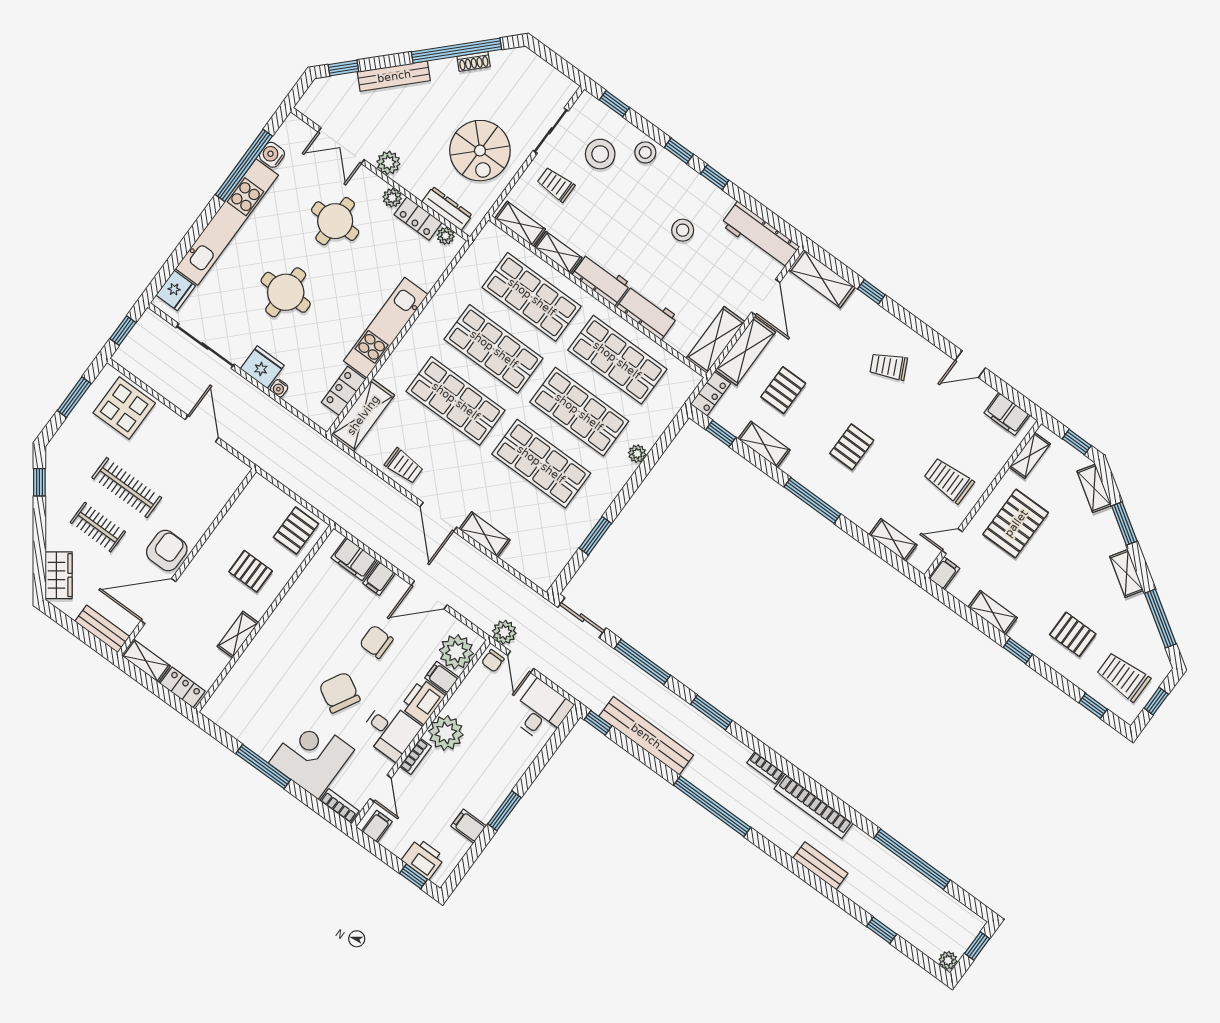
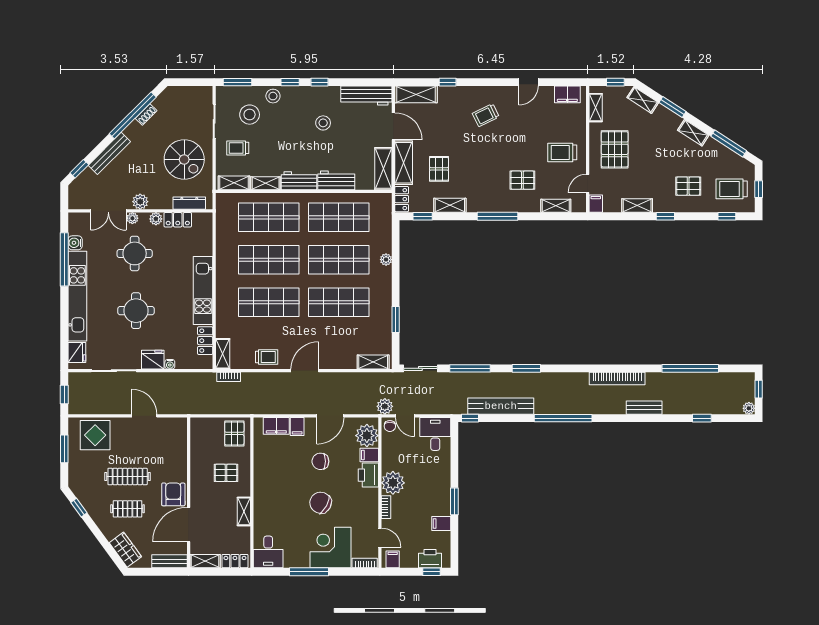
window: (614, 104) -> (237, 82), width x1.50
plant: (446, 236) -> (132, 218), moved
shelving: (363, 415) -> (223, 354), width x0.67, depth x0.75
pallet: (852, 447) -> (522, 180), moved, turned 90
door: (438, 517) -> (305, 371), swing flipped
shelving: (485, 534) -> (373, 362), moved
desk: (390, 731) -> (268, 552), moved, turned 90
bookcase: (765, 768) -> (229, 377), moved

